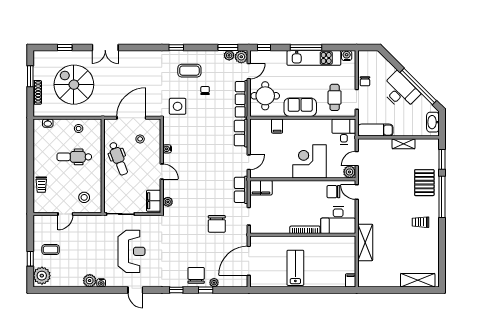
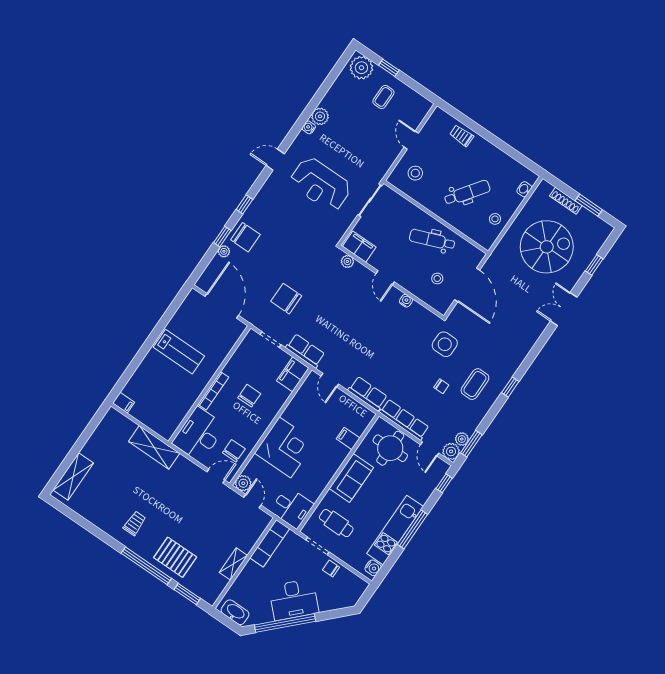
dental chair: (74, 157) -> (467, 193), turned 36
door: (162, 172) -> (385, 278), hinge flipped
chair: (293, 206) -> (249, 396), added

